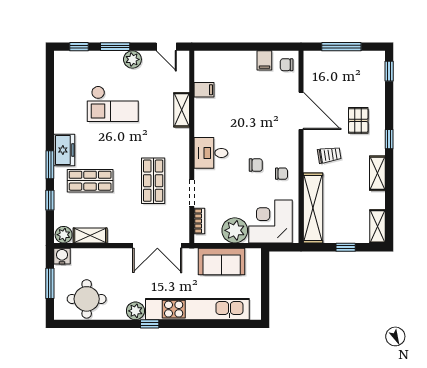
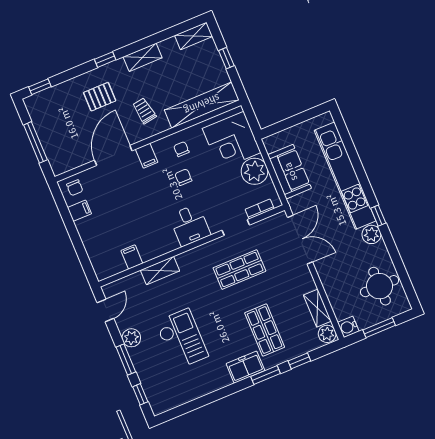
filing cabinet: (288, 140) -> (147, 156), added

